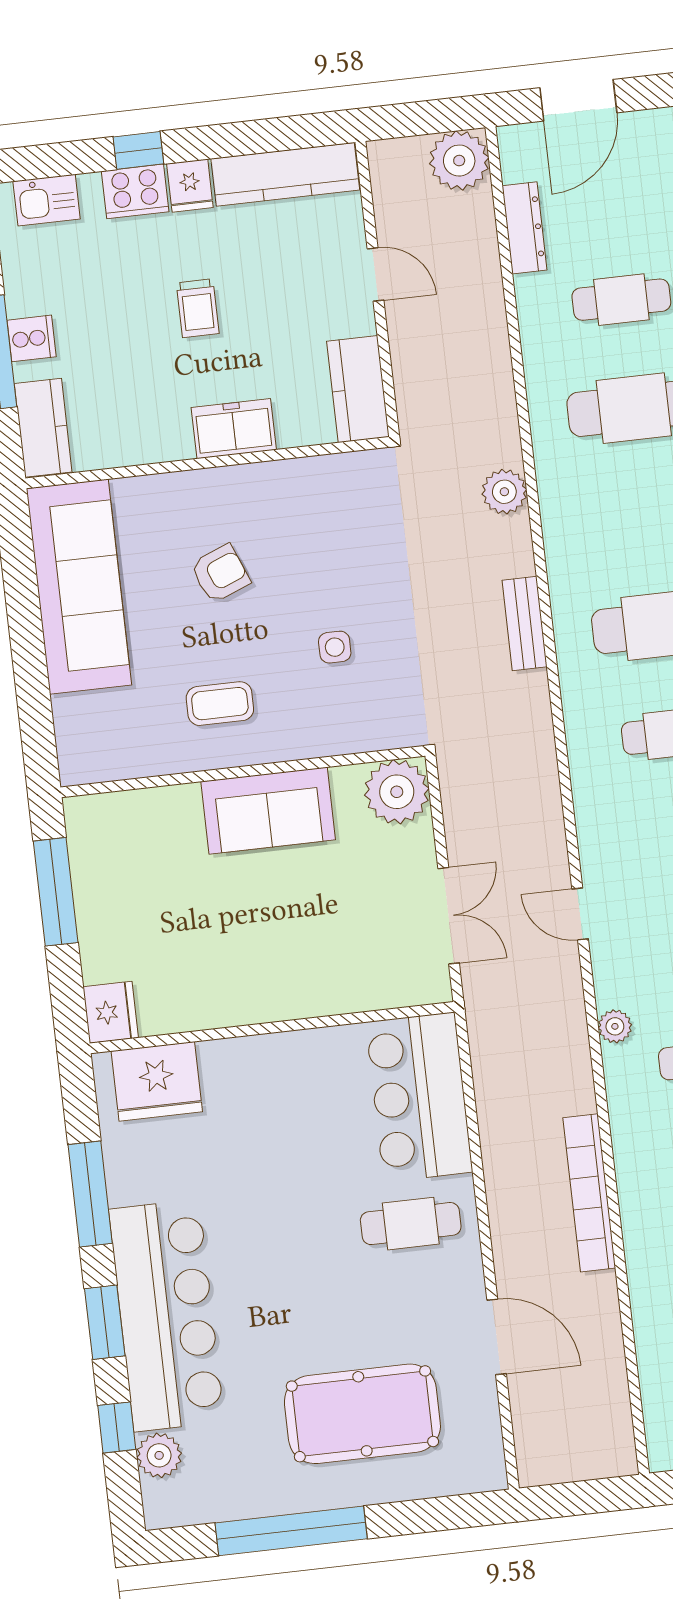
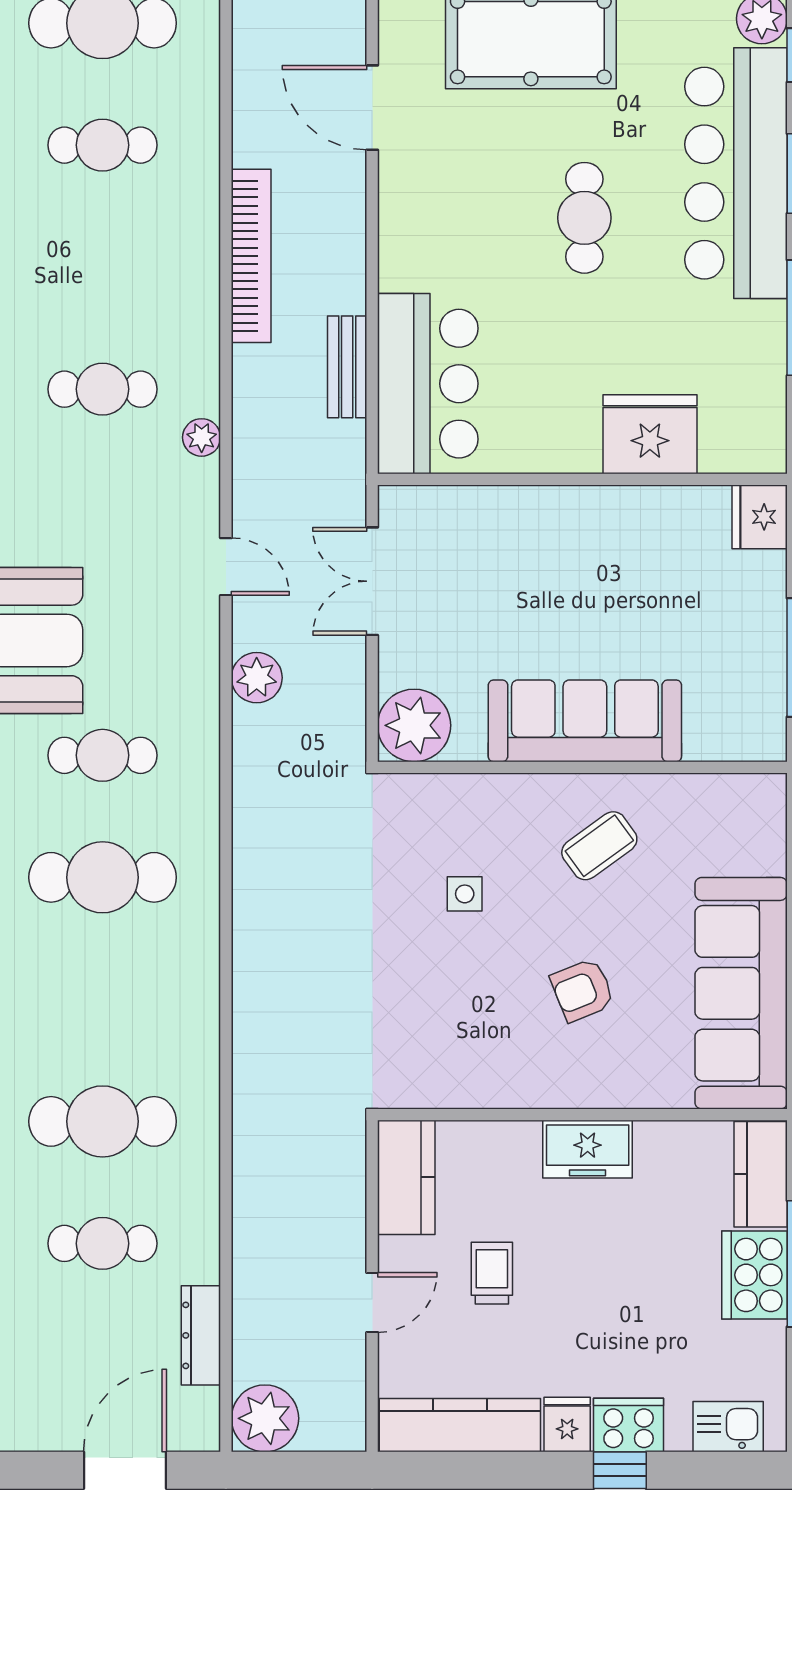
door: (376, 274) -> (372, 1302), swing flipped
trolley: (198, 308) -> (492, 1273), moved
cooker: (32, 338) -> (755, 1275), width x1.87, depth x1.31
freezer: (234, 429) -> (588, 1149), moved
plant: (504, 492) -> (257, 678), moved
bench: (525, 624) -> (347, 367), moved
coffee table: (220, 704) -> (599, 846), turned -36
sofa: (268, 811) -> (585, 721), width x1.36
fridge: (157, 1081) -> (650, 434), moved
cafe table: (411, 1224) -> (584, 218), moved, turned 90

